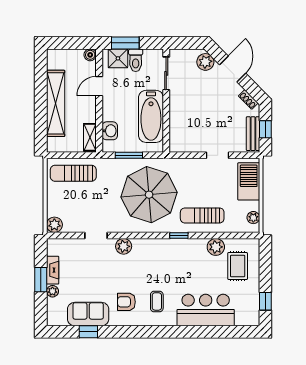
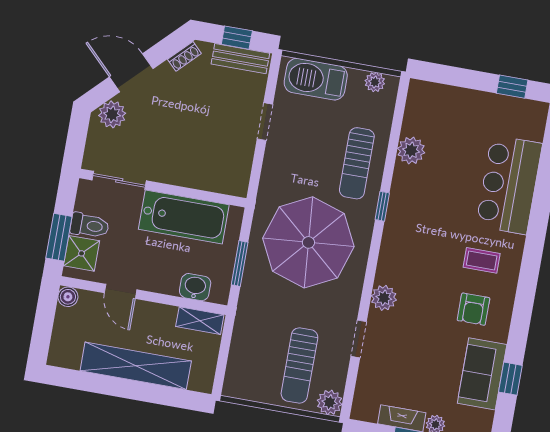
sun lounger: (73, 173) -> (299, 365), moved
rug: (238, 266) -> (448, 121), removed

